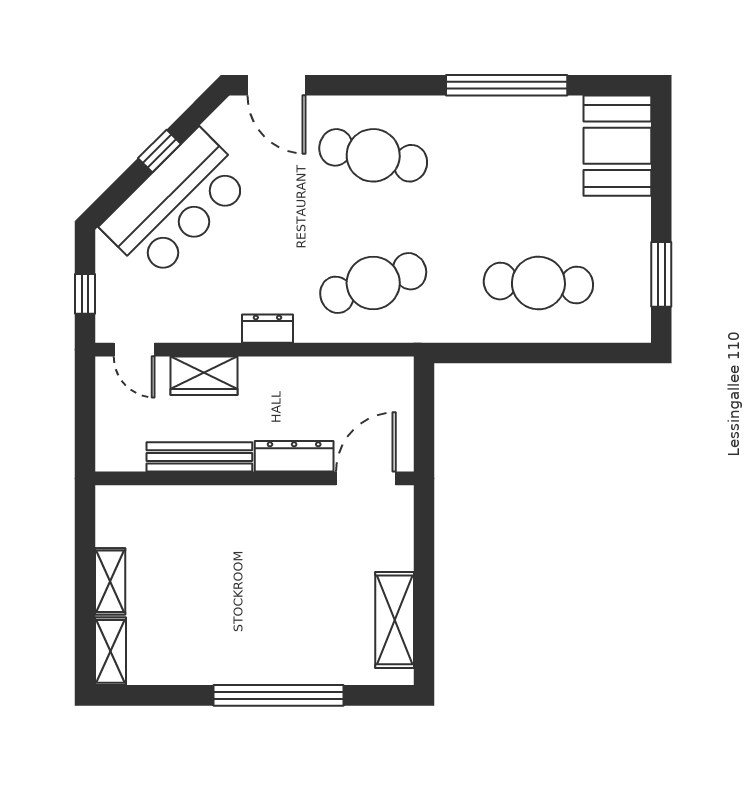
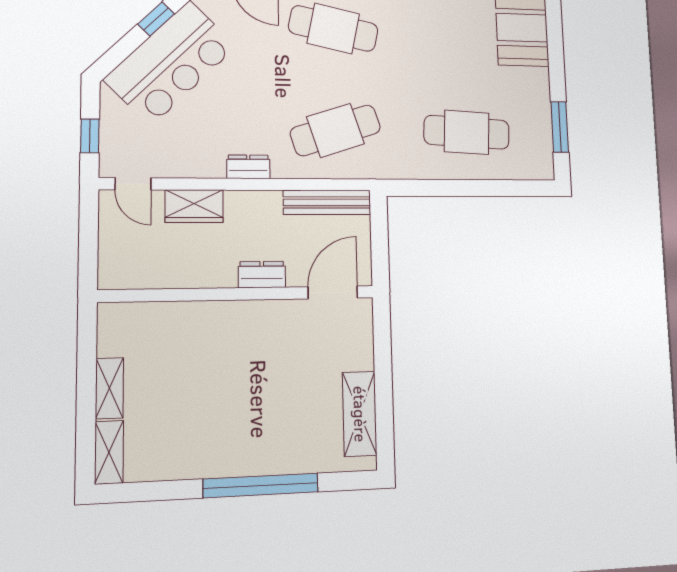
dresser: (294, 456) -> (262, 274), width x0.70
bench: (199, 457) -> (327, 202), moved

